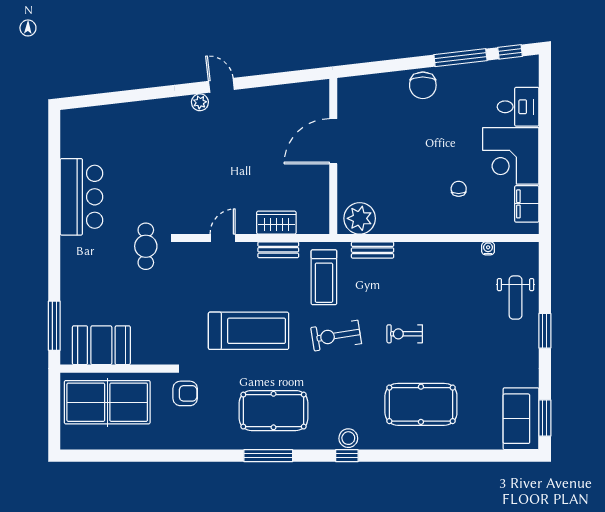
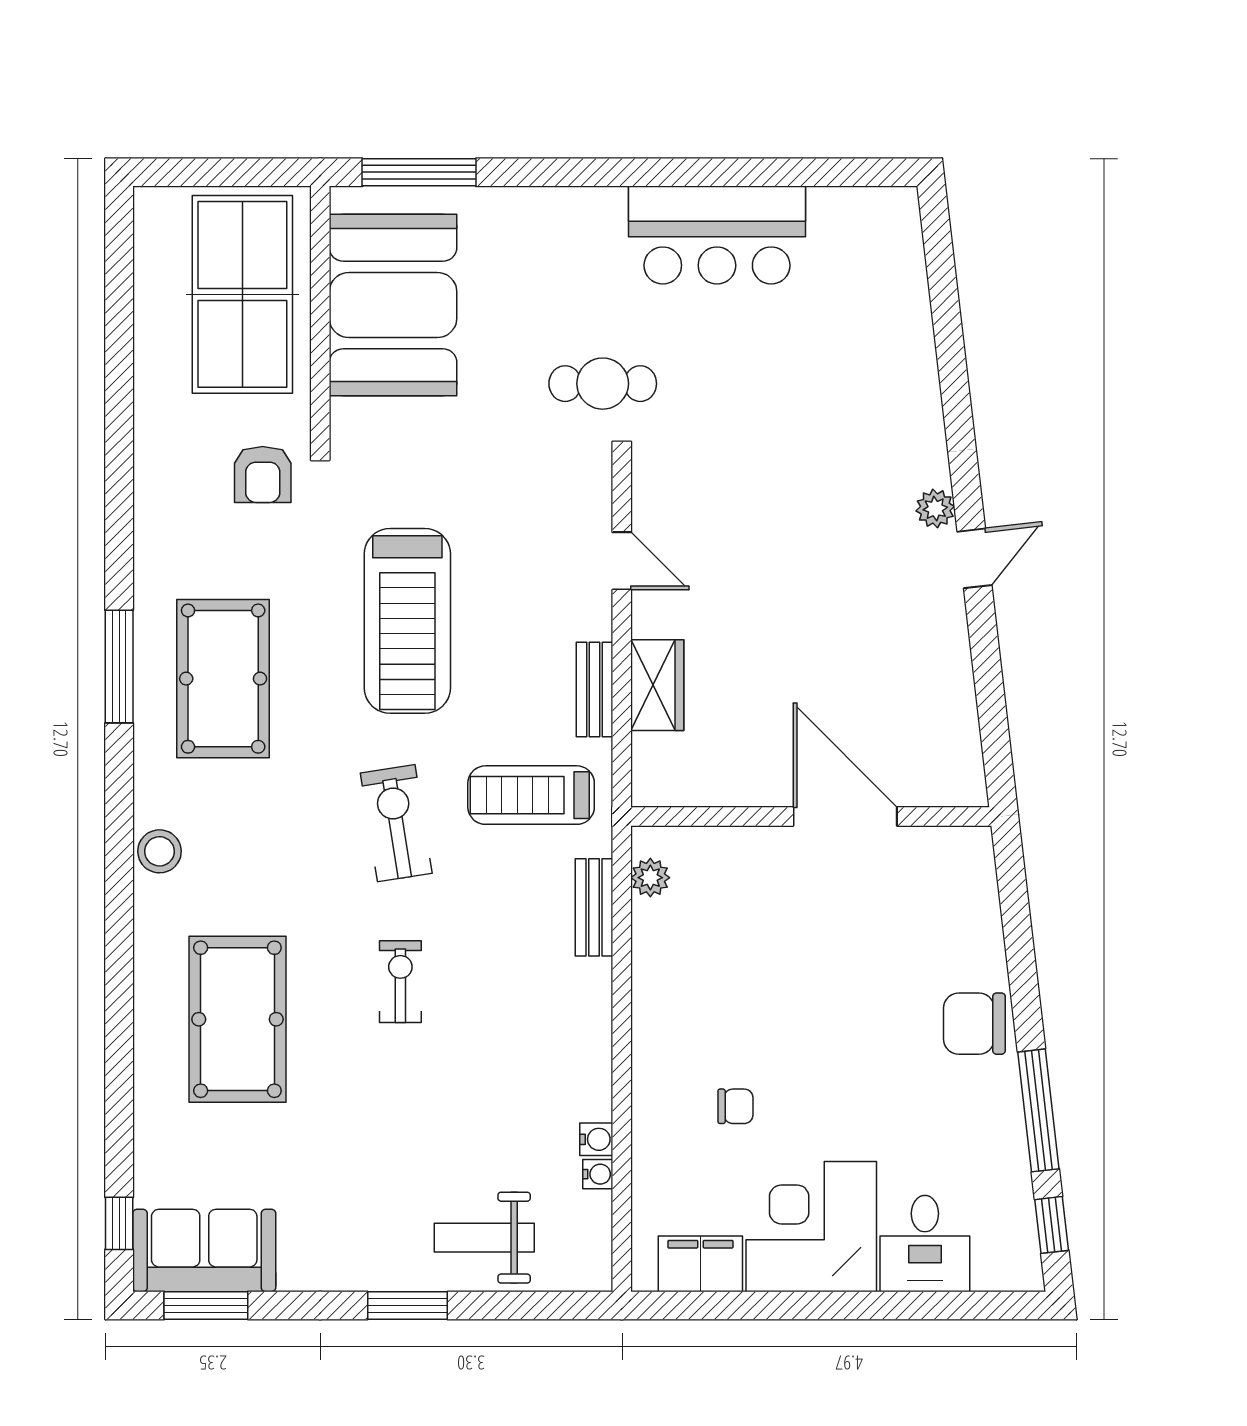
plant: (360, 218) -> (650, 878), width x0.53, depth x0.53
water cooler: (473, 249) -> (596, 1139), added
booth: (101, 345) -> (393, 305), width x1.36, depth x1.42
window: (347, 456) -> (119, 1223), moved

